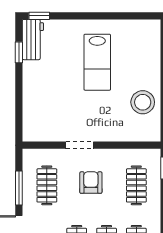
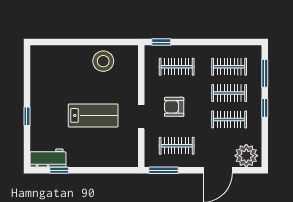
window: (39, 16) -> (27, 116), moved
lab bench: (97, 62) -> (93, 115), moved
window: (19, 188) -> (164, 170), moved

